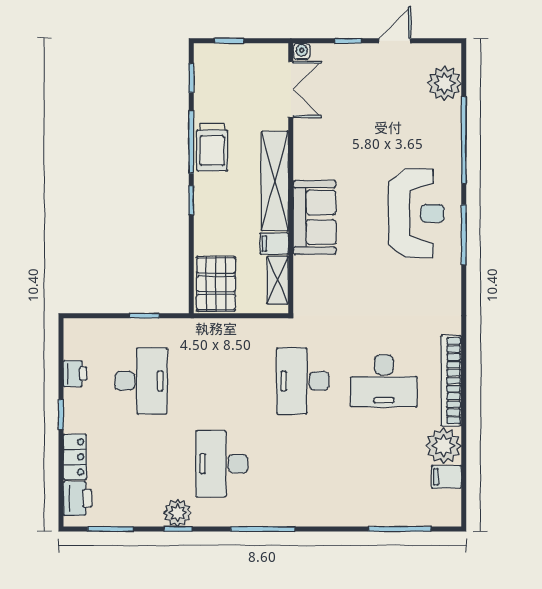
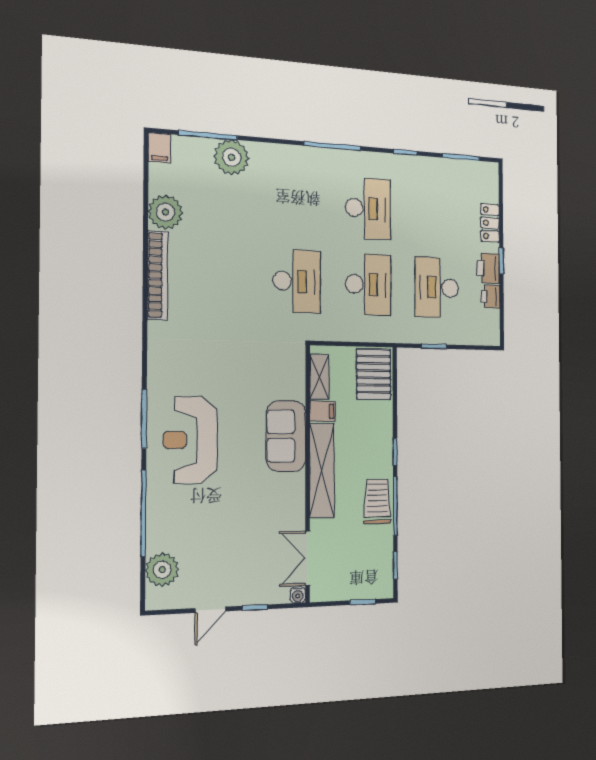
desk: (384, 381) -> (368, 284), moved, turned 90
filing cabinet: (446, 477) -> (159, 148), moved, turned 90
printer: (77, 498) -> (488, 268), moved
plant: (177, 513) -> (232, 157), moved, width x1.36, depth x1.36

